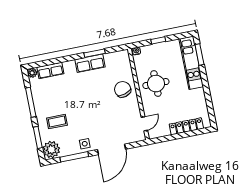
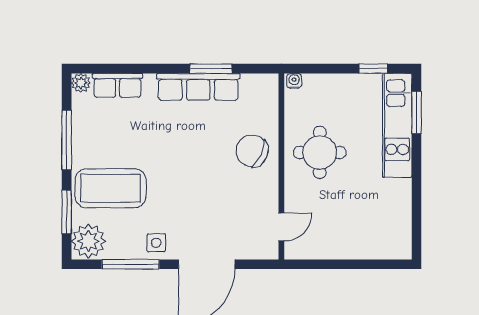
window: (158, 40) -> (373, 69), moved
row of seats: (90, 63) -> (198, 87), width x1.48
chair: (123, 89) -> (252, 151), turned -50
coffee table: (57, 122) -> (110, 188), width x1.86, depth x1.72
locker: (186, 126) -> (363, 248), removed

